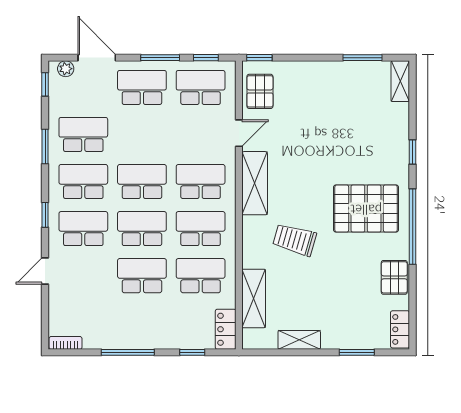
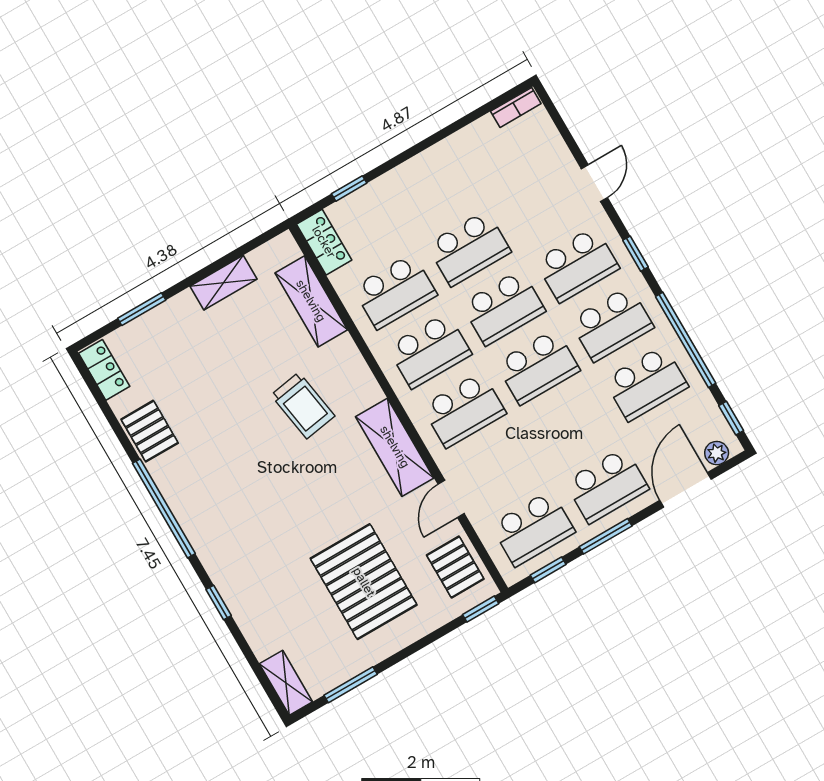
door: (97, 58) -> (686, 490), swing flipped
window: (45, 147) -> (686, 340), width x2.11
pallet: (366, 209) -> (364, 582), moved, turned 90
trolley: (295, 240) -> (303, 406), turned 65
window: (128, 352) -> (430, 141), removed

